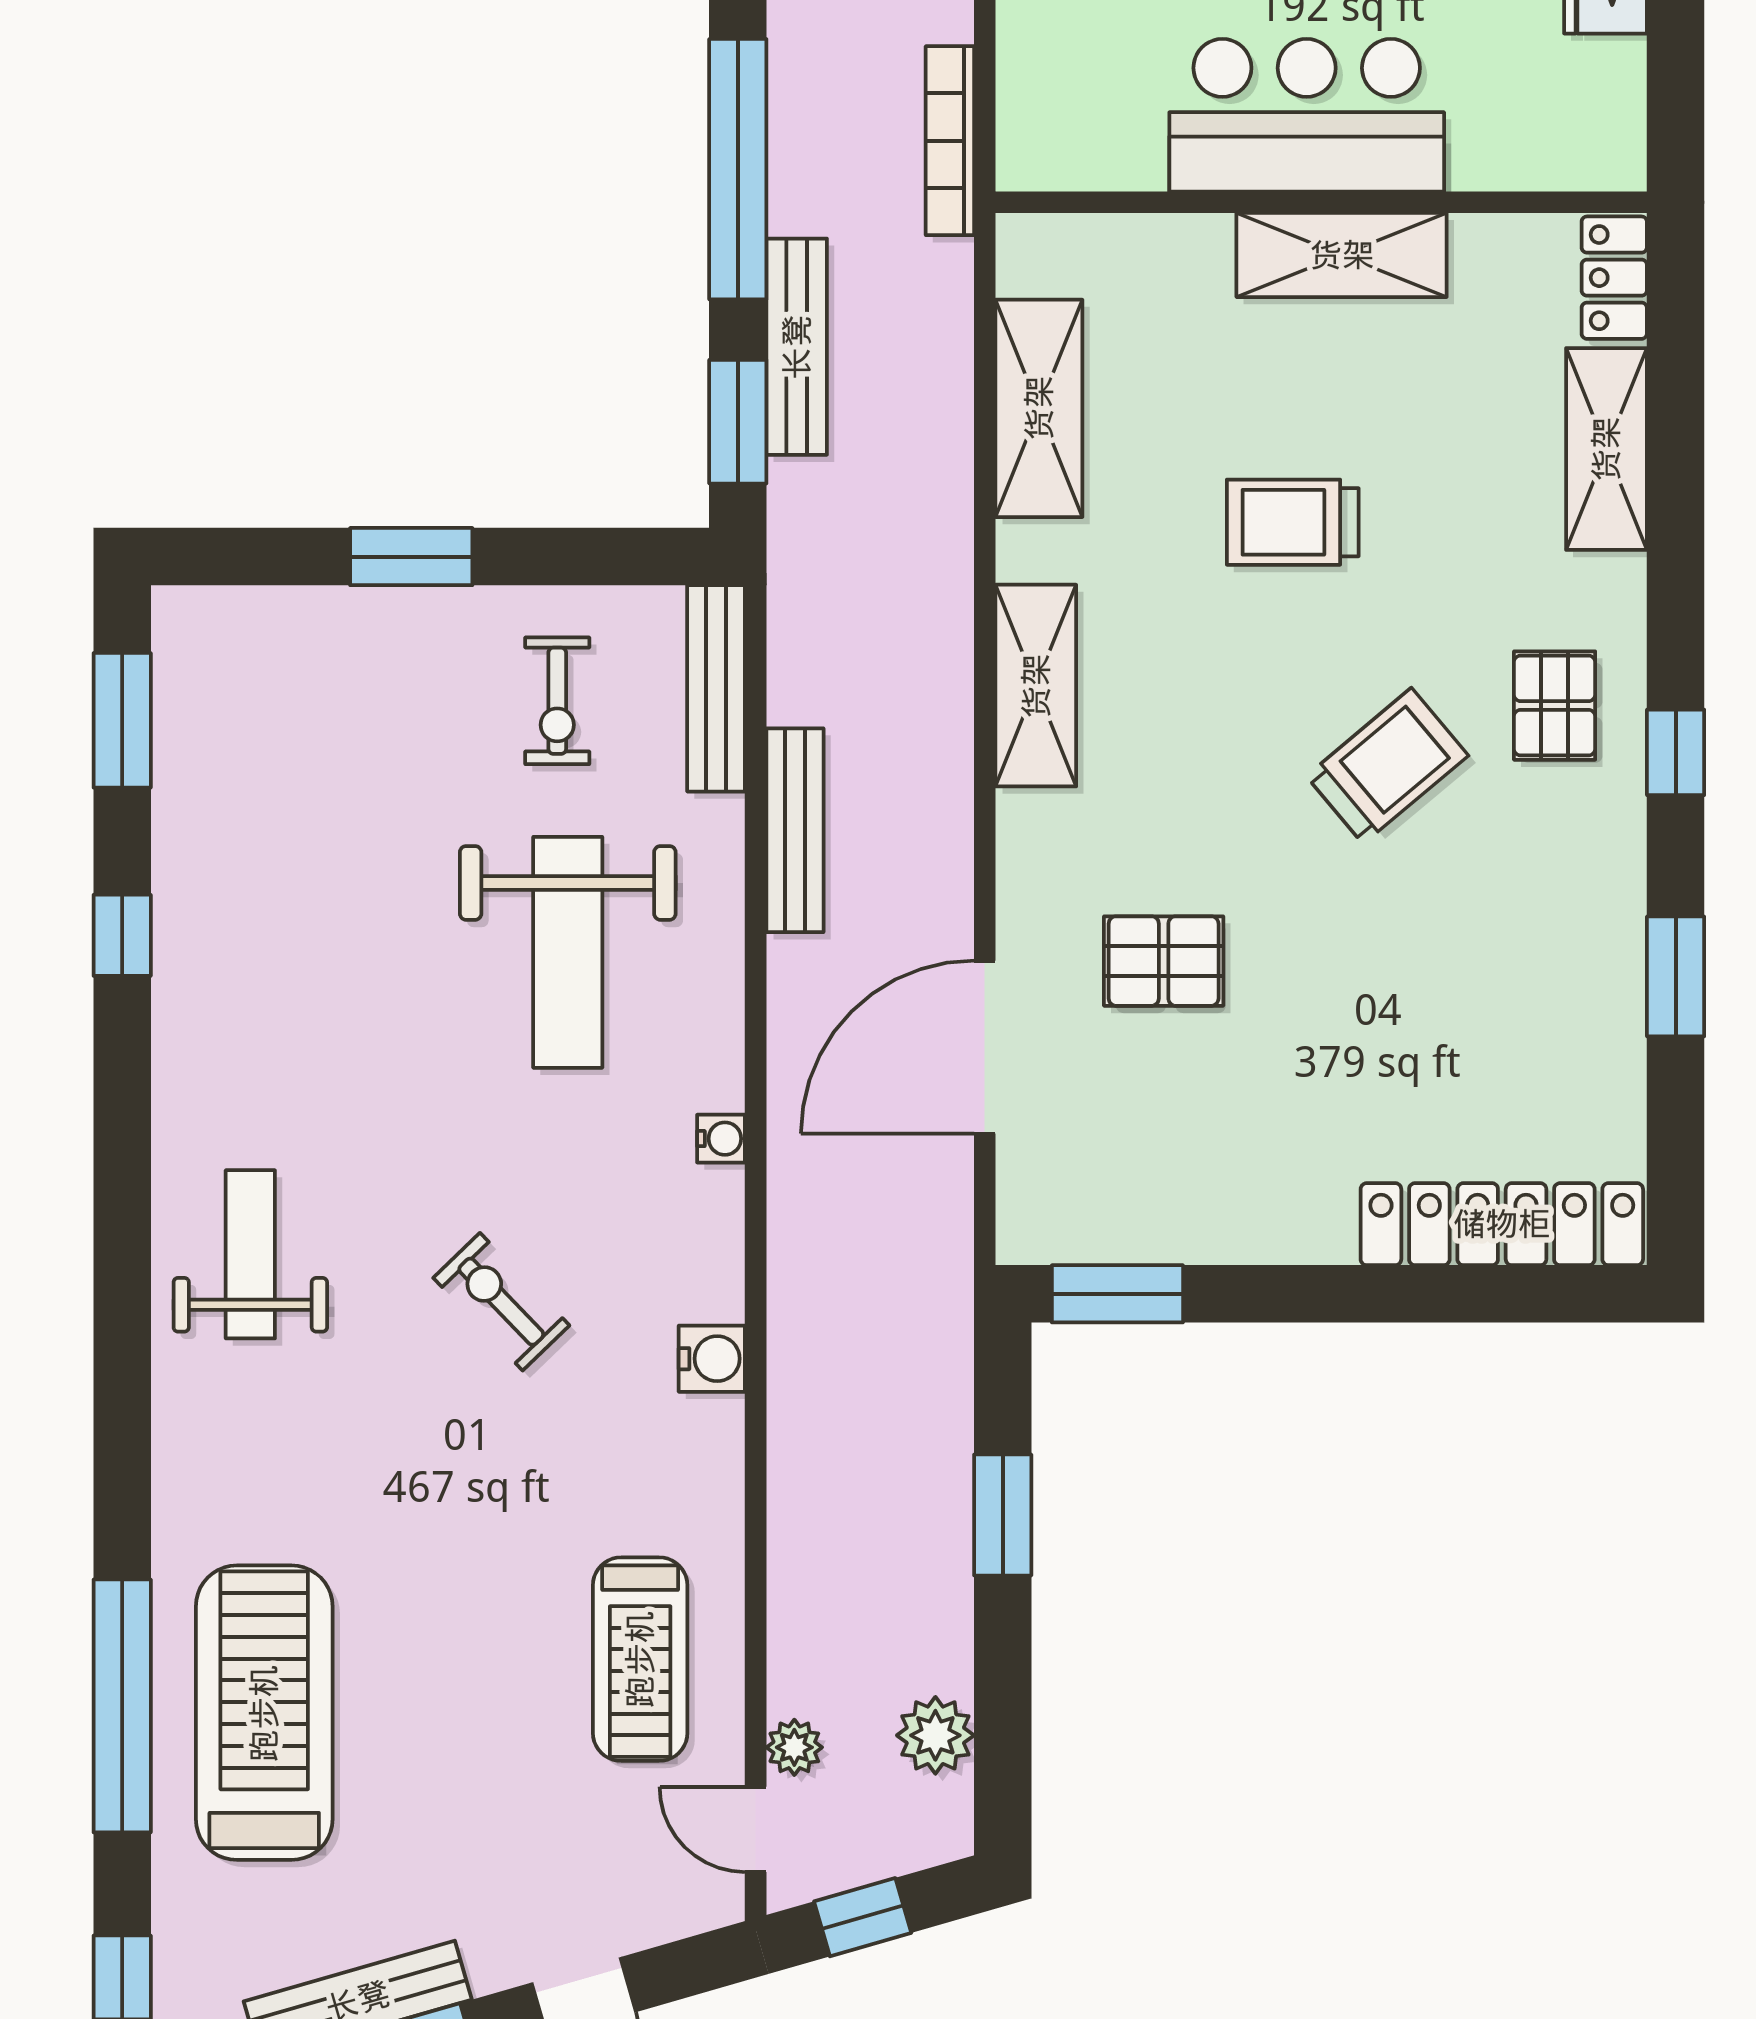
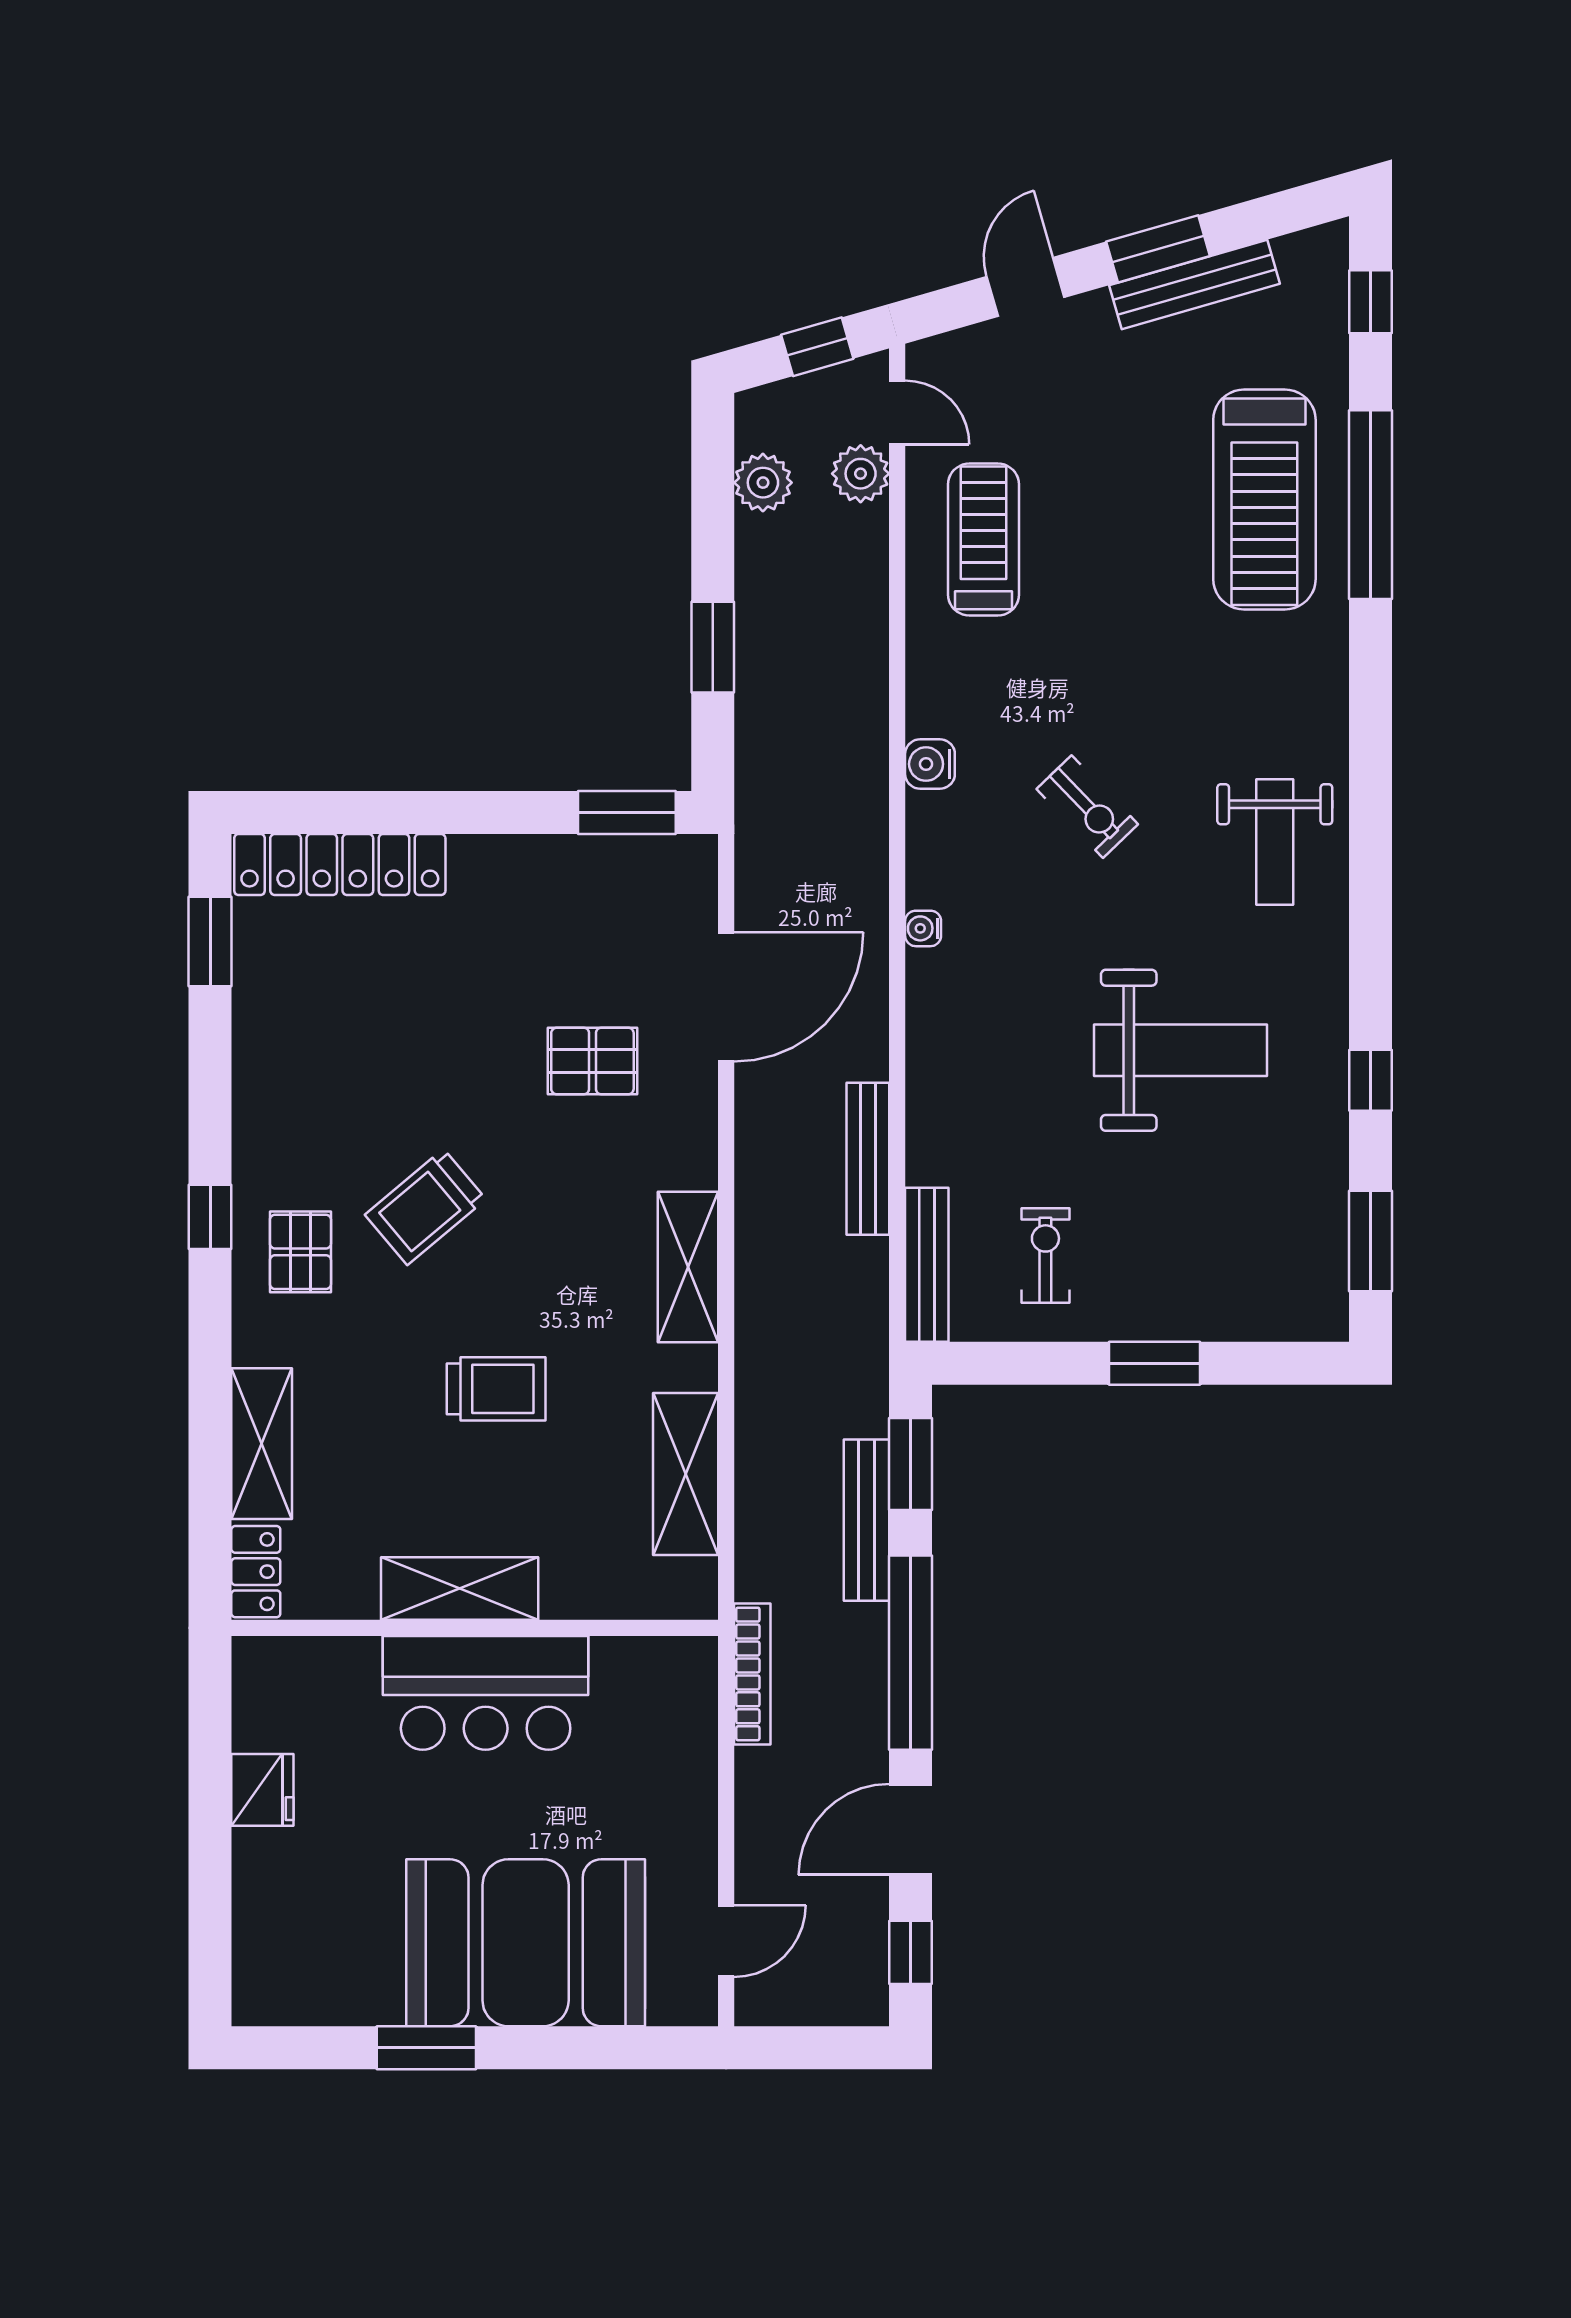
weight bench: (568, 952) -> (1180, 1050), moved, turned 90
window: (1676, 976) -> (210, 942), moved
plant: (794, 1747) -> (861, 474), width x1.38, depth x1.38

